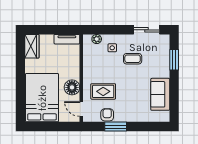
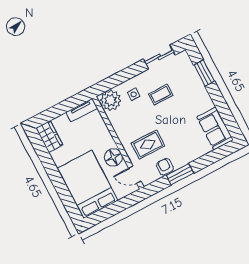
plant: (97, 39) -> (111, 100), width x1.87, depth x1.87
sofa: (160, 94) -> (215, 128), moved

